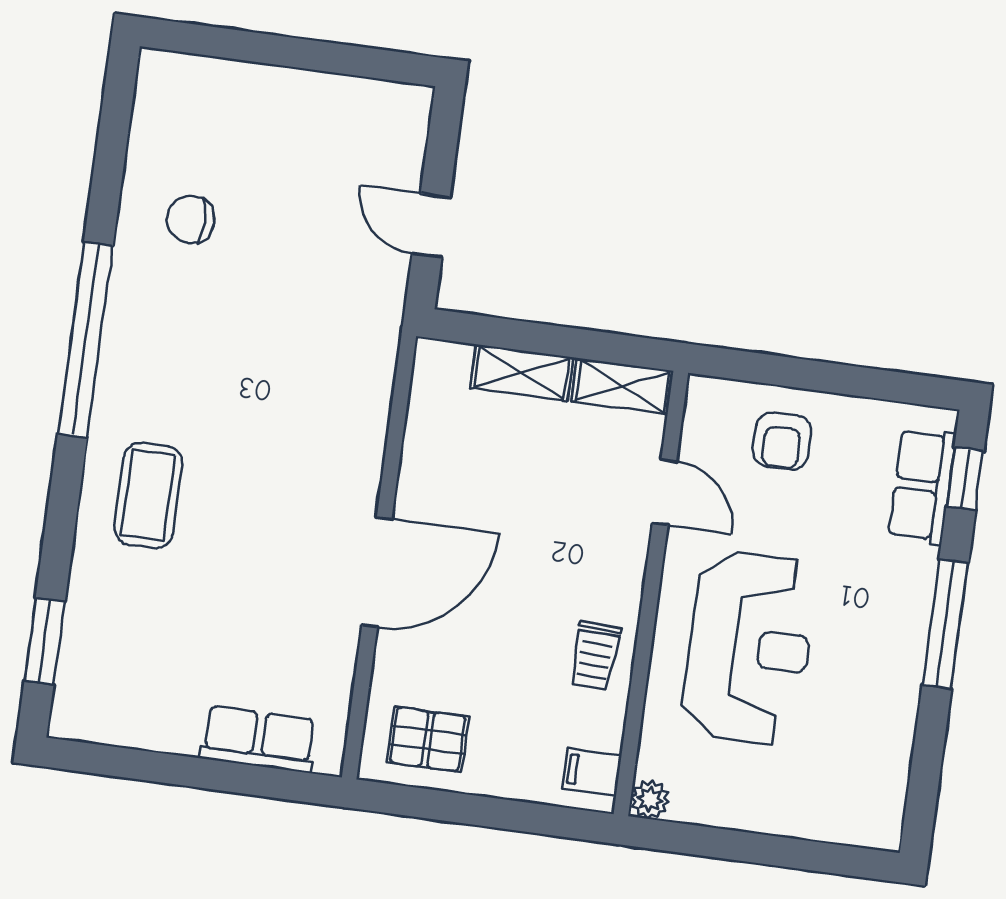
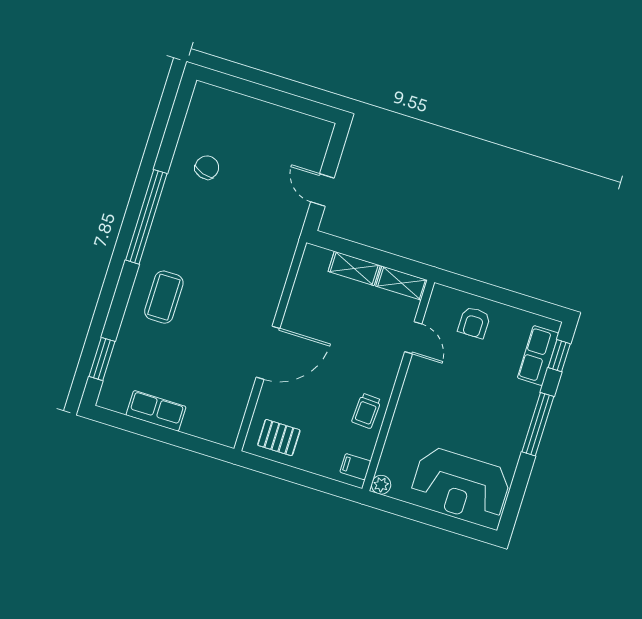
chair: (191, 219) -> (207, 167), turned 107
reception desk: (749, 648) -> (461, 485), moved, turned 90
row of seats: (259, 739) -> (156, 411), moved

